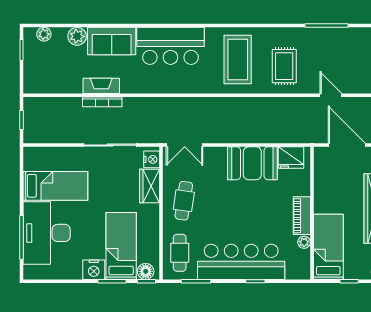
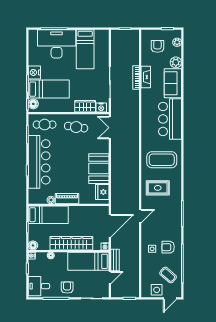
armchair: (51, 67) -> (157, 46), added

